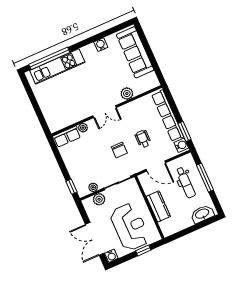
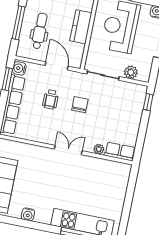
plant: (127, 94) -> (36, 152), removed
plant: (93, 187) -> (128, 87), removed

